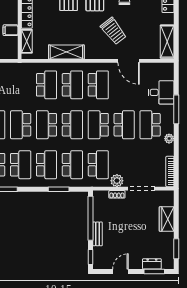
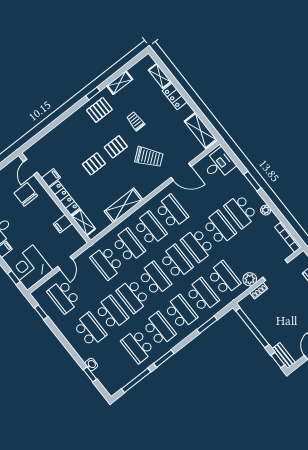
school desk: (21, 85) -> (107, 263), added
desk: (161, 92) -> (219, 164), moved
window: (176, 109) -> (252, 181), width x0.69
school desk: (46, 125) -> (155, 279), turned 180
bench: (97, 234) -> (284, 356), moved

